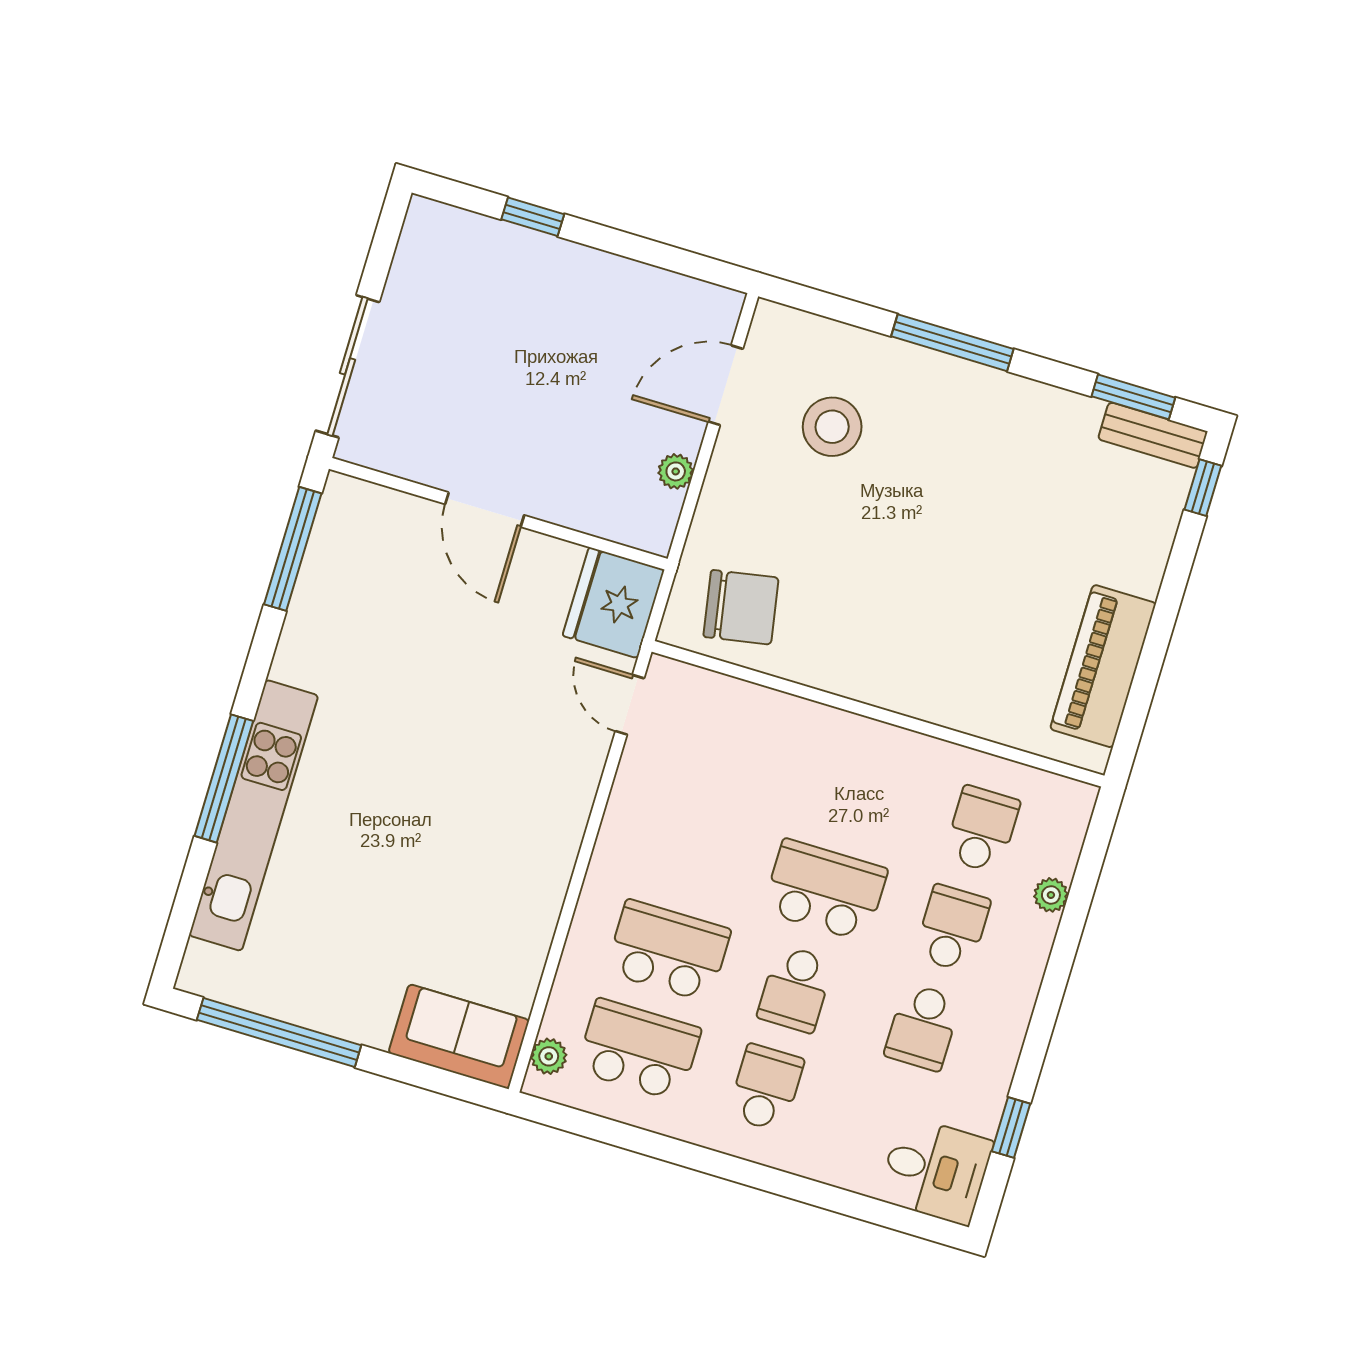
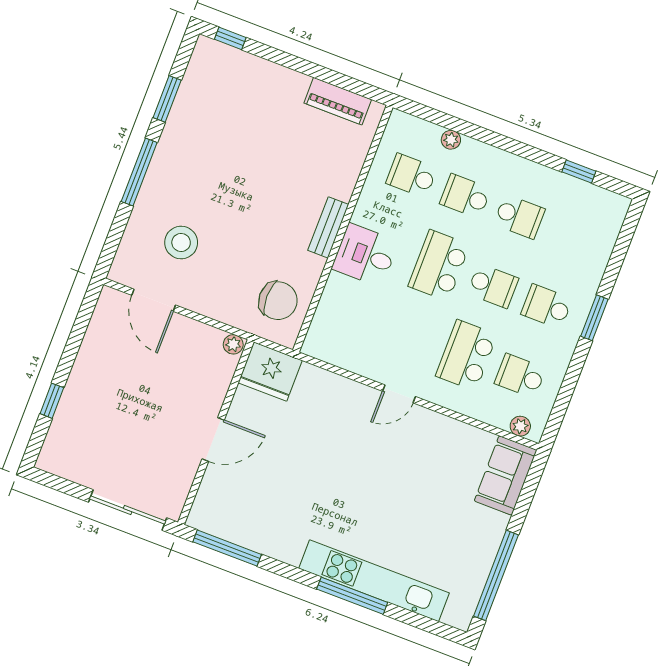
window: (1133, 397) -> (167, 99), moved
bench: (1153, 435) -> (328, 227), moved
plant: (676, 471) -> (233, 344), moved
chair: (741, 607) -> (278, 301), turned 100
piano: (1103, 666) -> (338, 101), width x0.73, depth x0.75
door: (630, 705) -> (399, 394), moved
school desk: (639, 1050) -> (520, 376), width x0.54
desk: (935, 1170) -> (365, 255), moved, turned -90
window: (752, 1174) -> (594, 318), added

